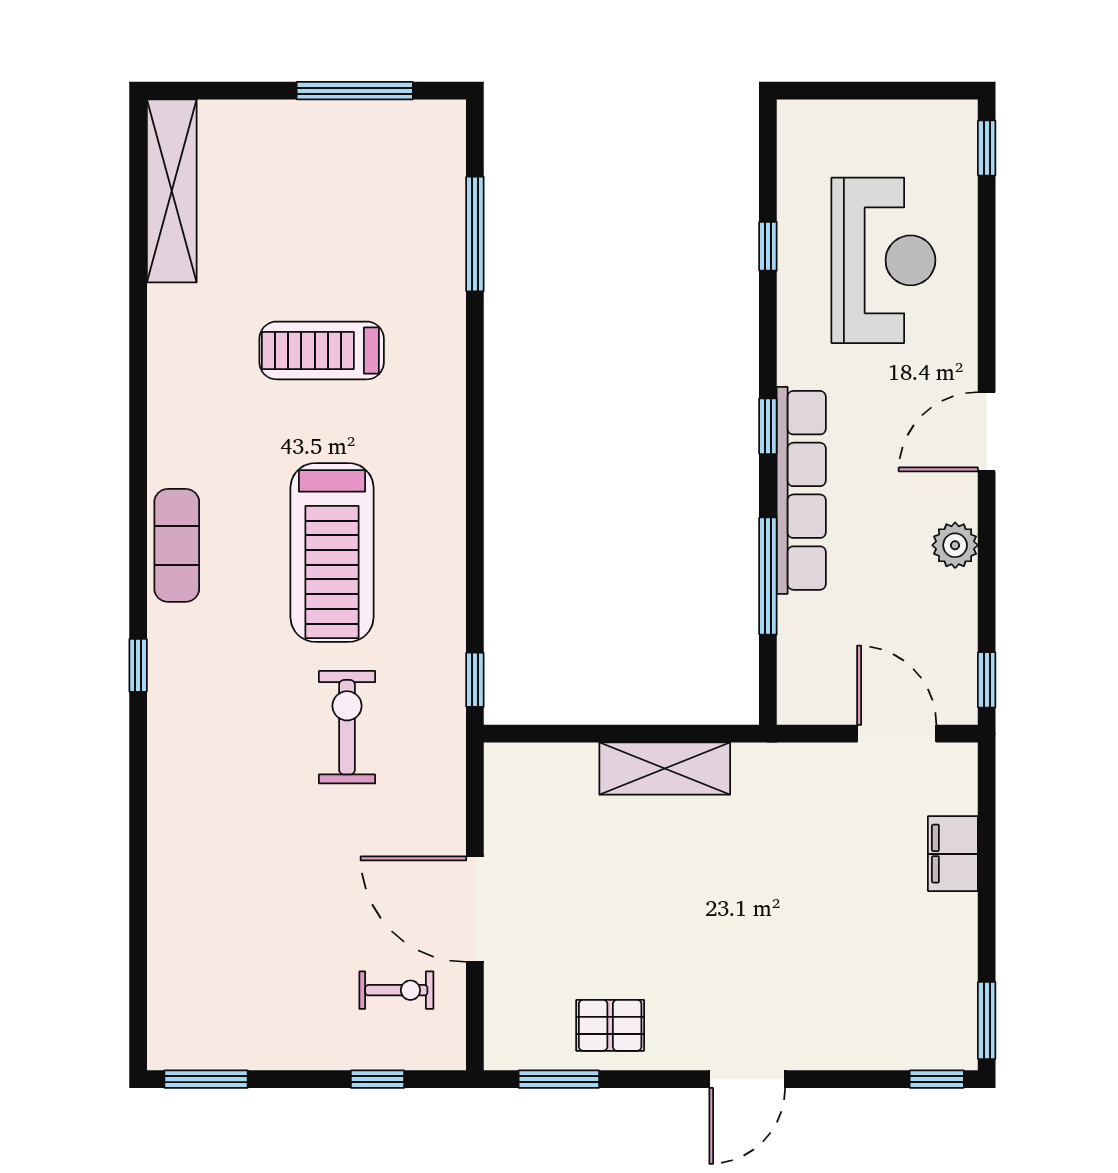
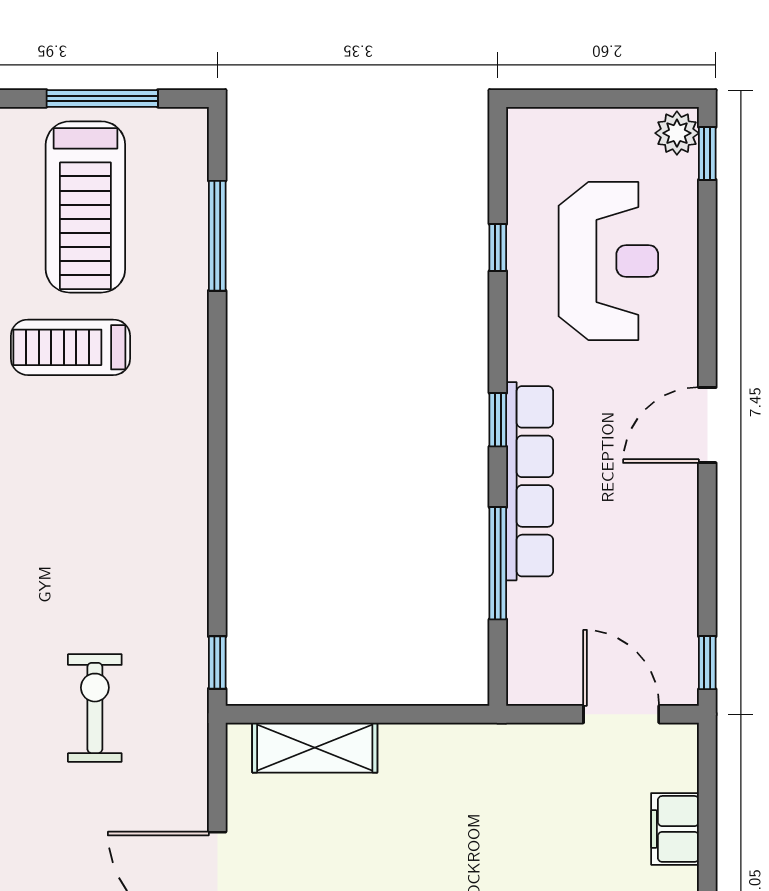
plant: (955, 545) -> (677, 133), moved
treadmill: (332, 552) -> (85, 207), moved
shelving: (665, 769) -> (315, 748), moved

